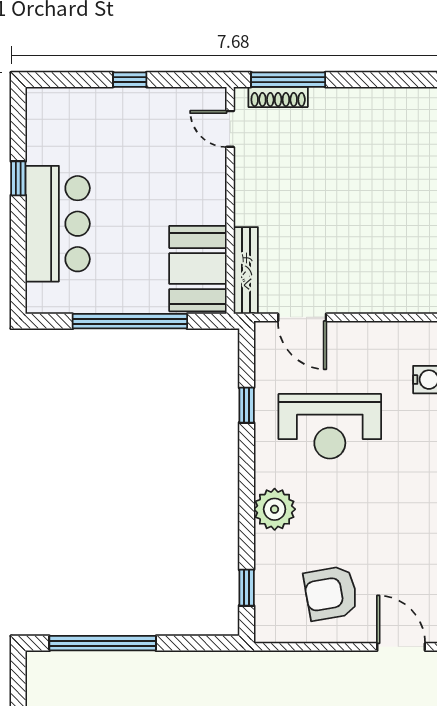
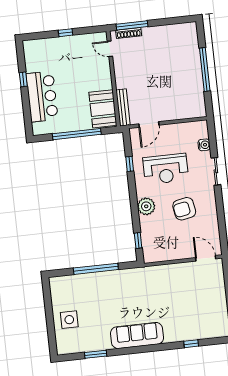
door: (302, 317) -> (149, 125), hinge flipped
armchair: (331, 593) -> (184, 209), moved
window: (103, 643) -> (96, 269), moved

